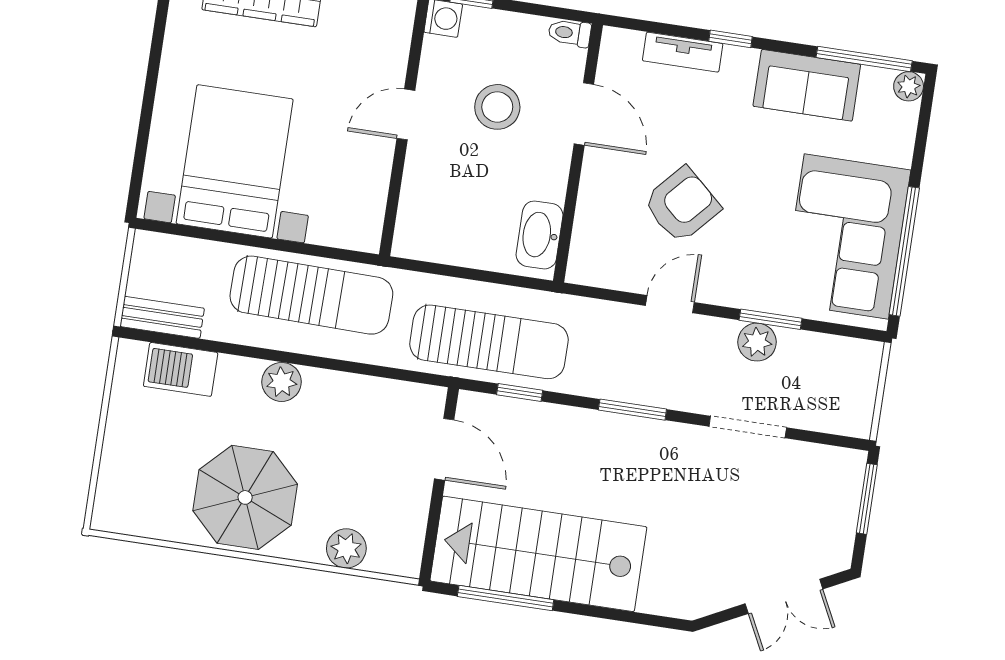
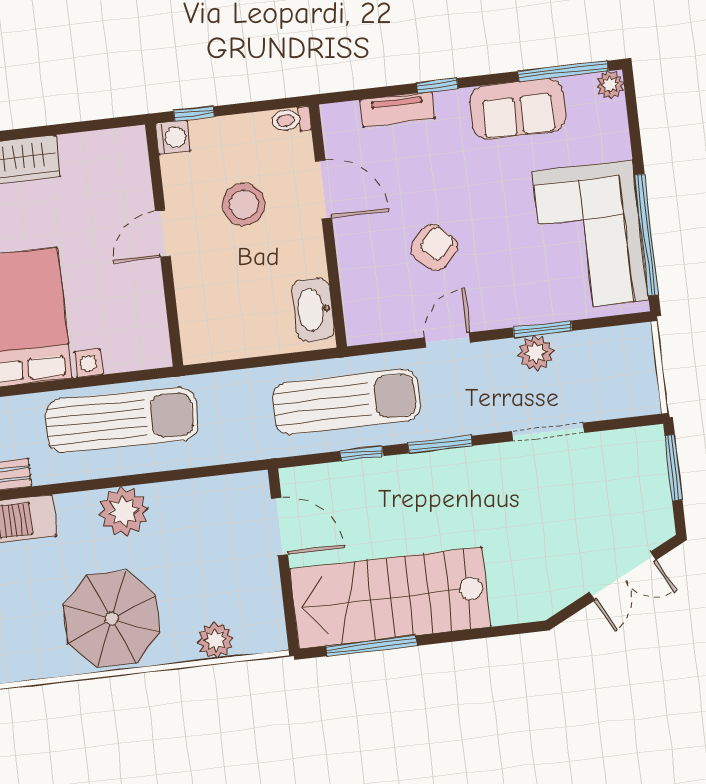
armchair: (682, 205) -> (434, 247), width x0.72, depth x0.72
sun lounger: (489, 342) -> (346, 402), moved
plant: (282, 382) -> (124, 511), width x1.36, depth x1.36
window: (520, 393) -> (362, 454), moved

